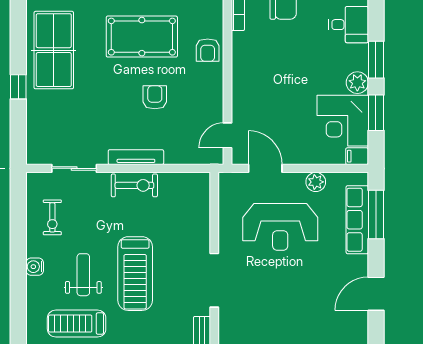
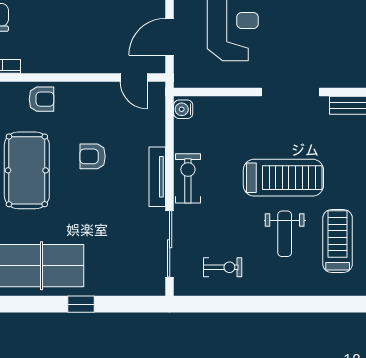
sliding door: (74, 168) -> (170, 244), width x1.37
water cooler: (35, 267) -> (183, 109), moved, turned 90
weight bench: (83, 275) -> (285, 234), turned -90
treadmill: (77, 324) -> (338, 241), turned 180

